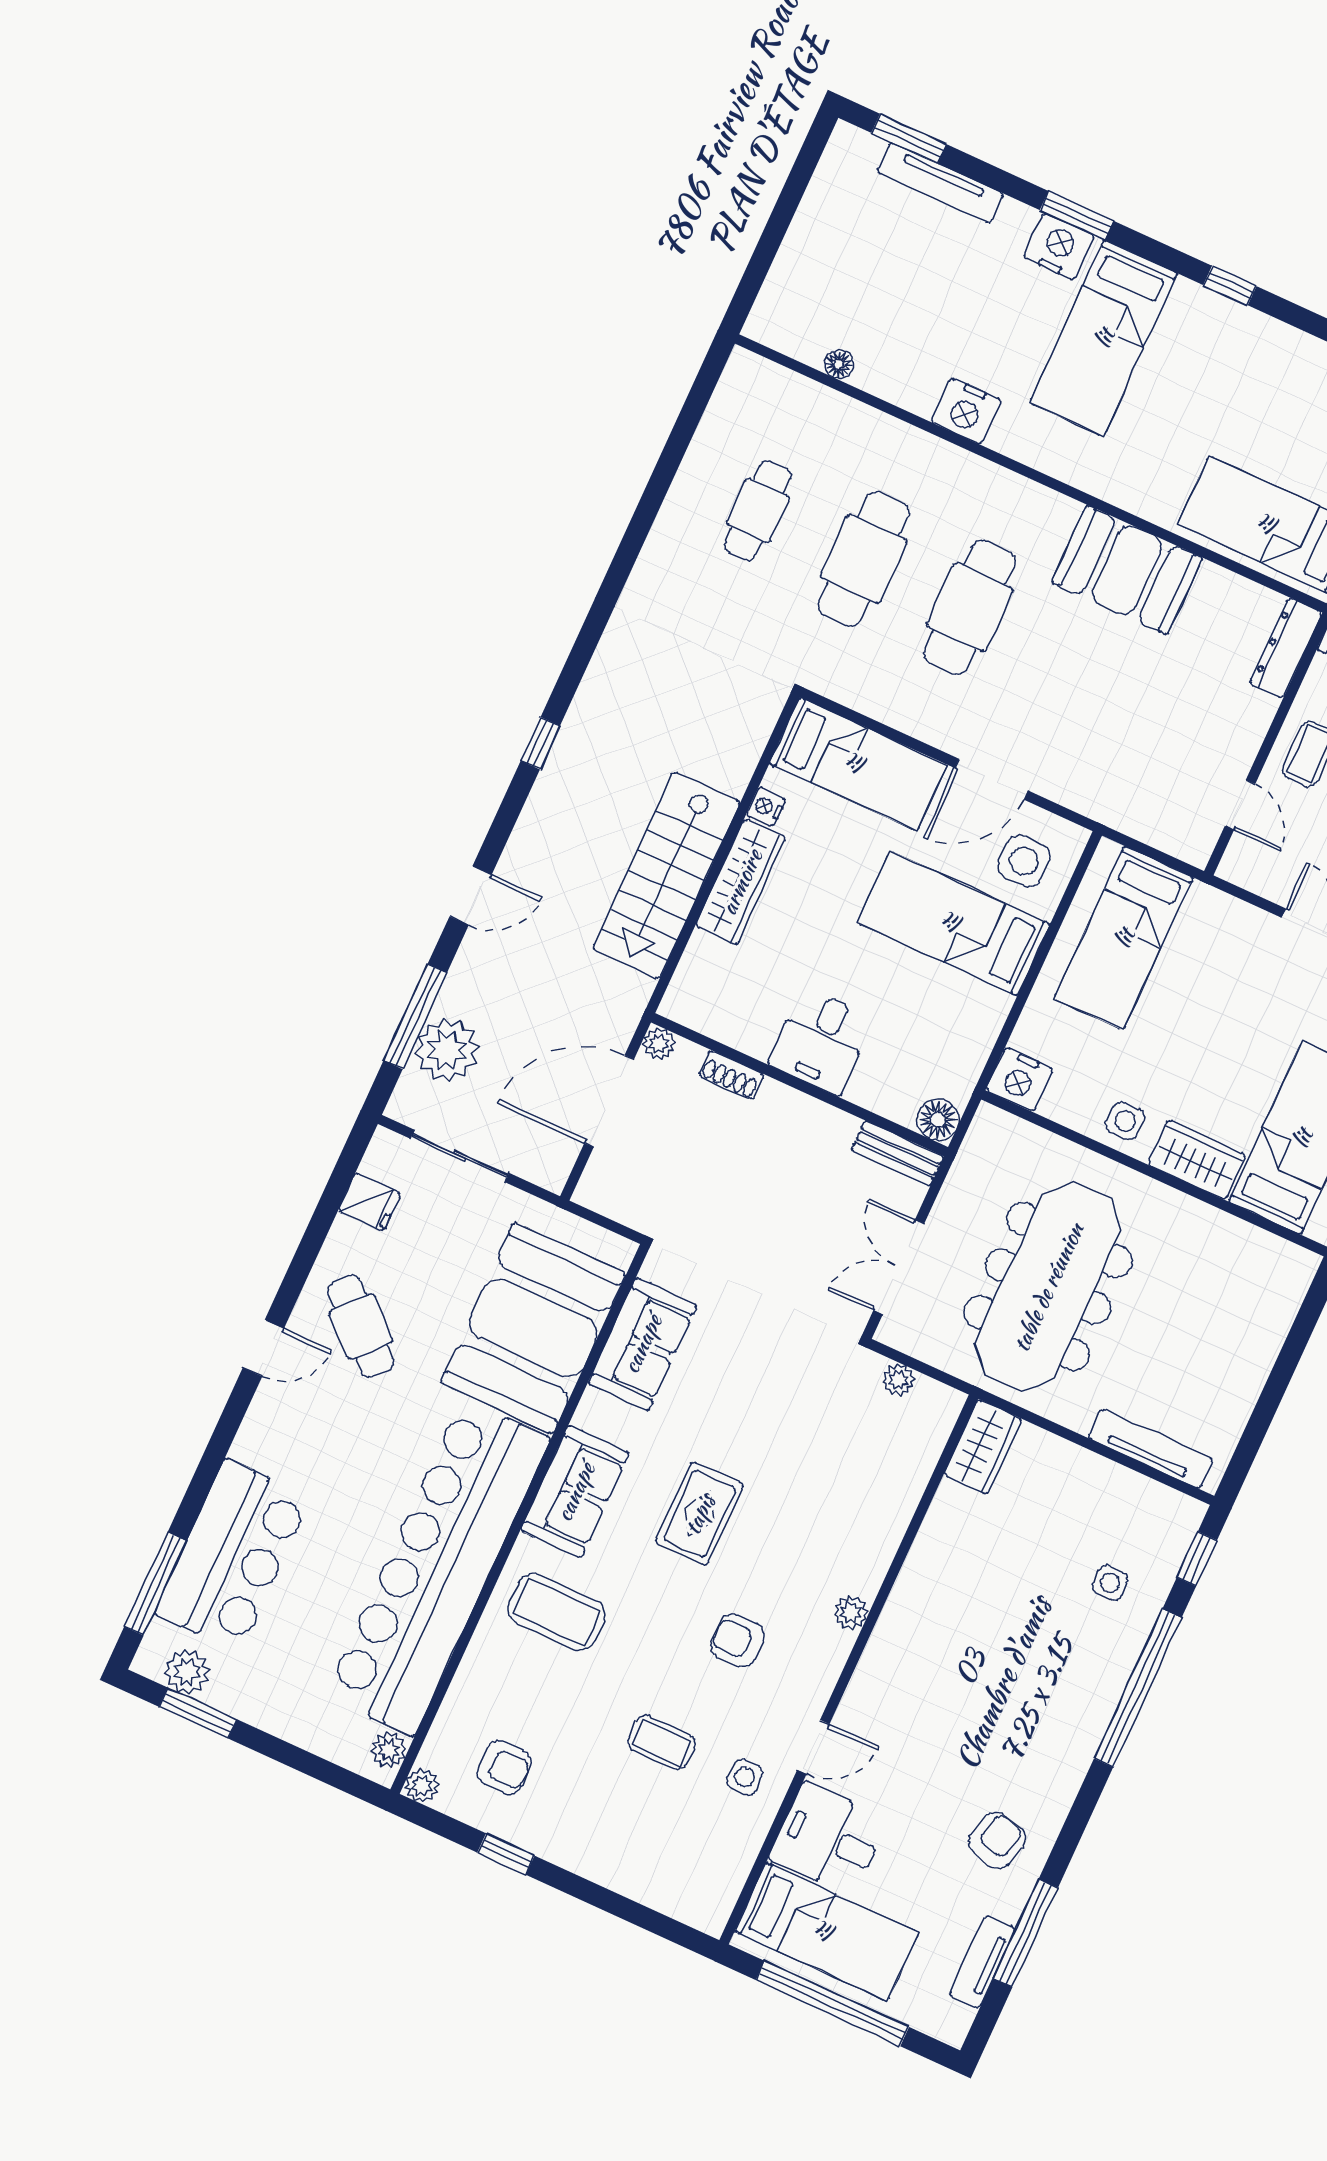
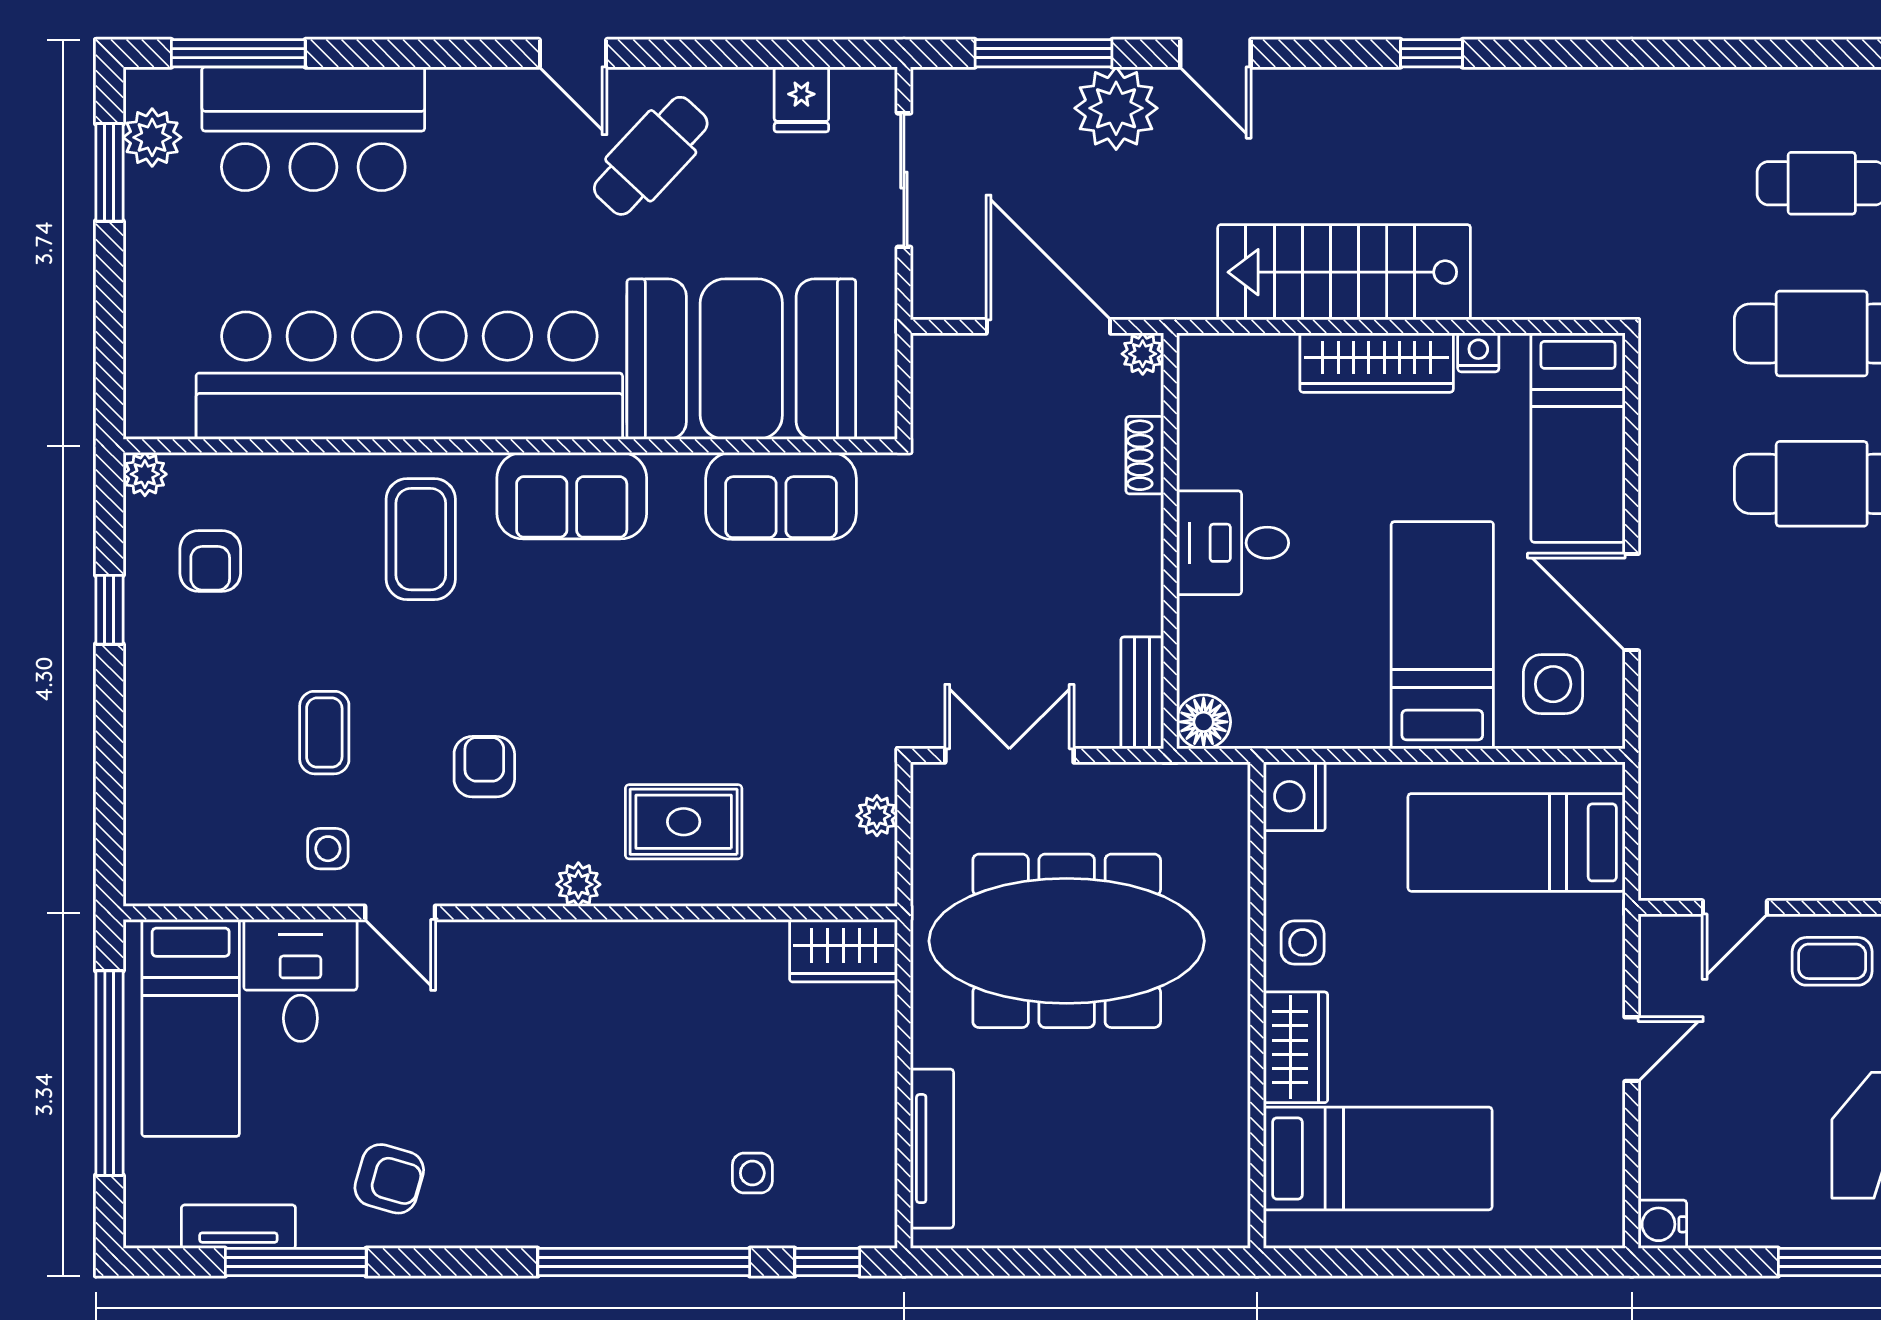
plant: (447, 1050) -> (1116, 108), moved
rug: (699, 1514) -> (684, 822), moved
plant: (389, 1750) -> (169, 416), removed

